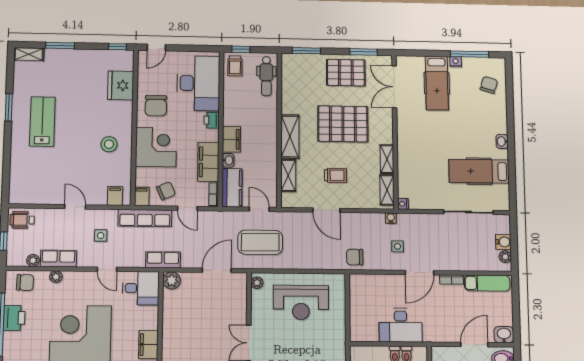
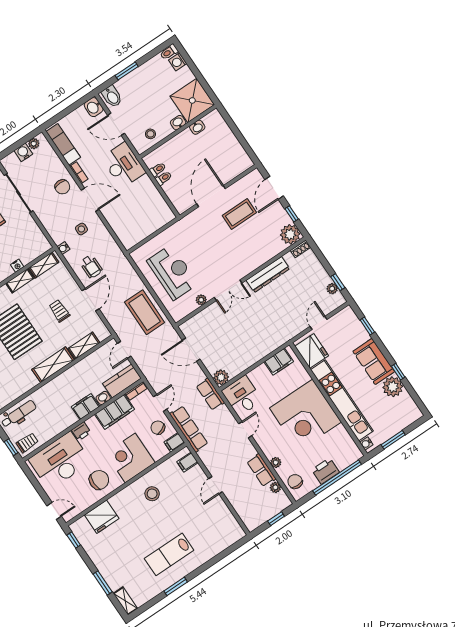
nightstand: (403, 204) -> (17, 266), moved
wheelchair: (22, 220) -> (91, 267), moved
side table: (101, 236) -> (224, 452), removed
coffee table: (260, 242) -> (145, 312), moved
chair: (355, 257) -> (62, 187), moved
plant: (257, 283) -> (201, 300), moved
desk: (401, 325) -> (123, 165), moved

